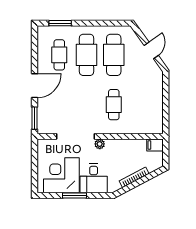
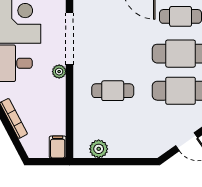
plant: (156, 115) -> (99, 149), added

